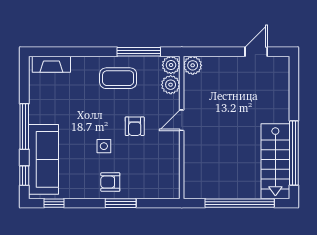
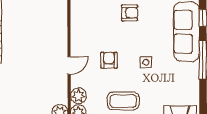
side table: (104, 146) -> (146, 62), moved

